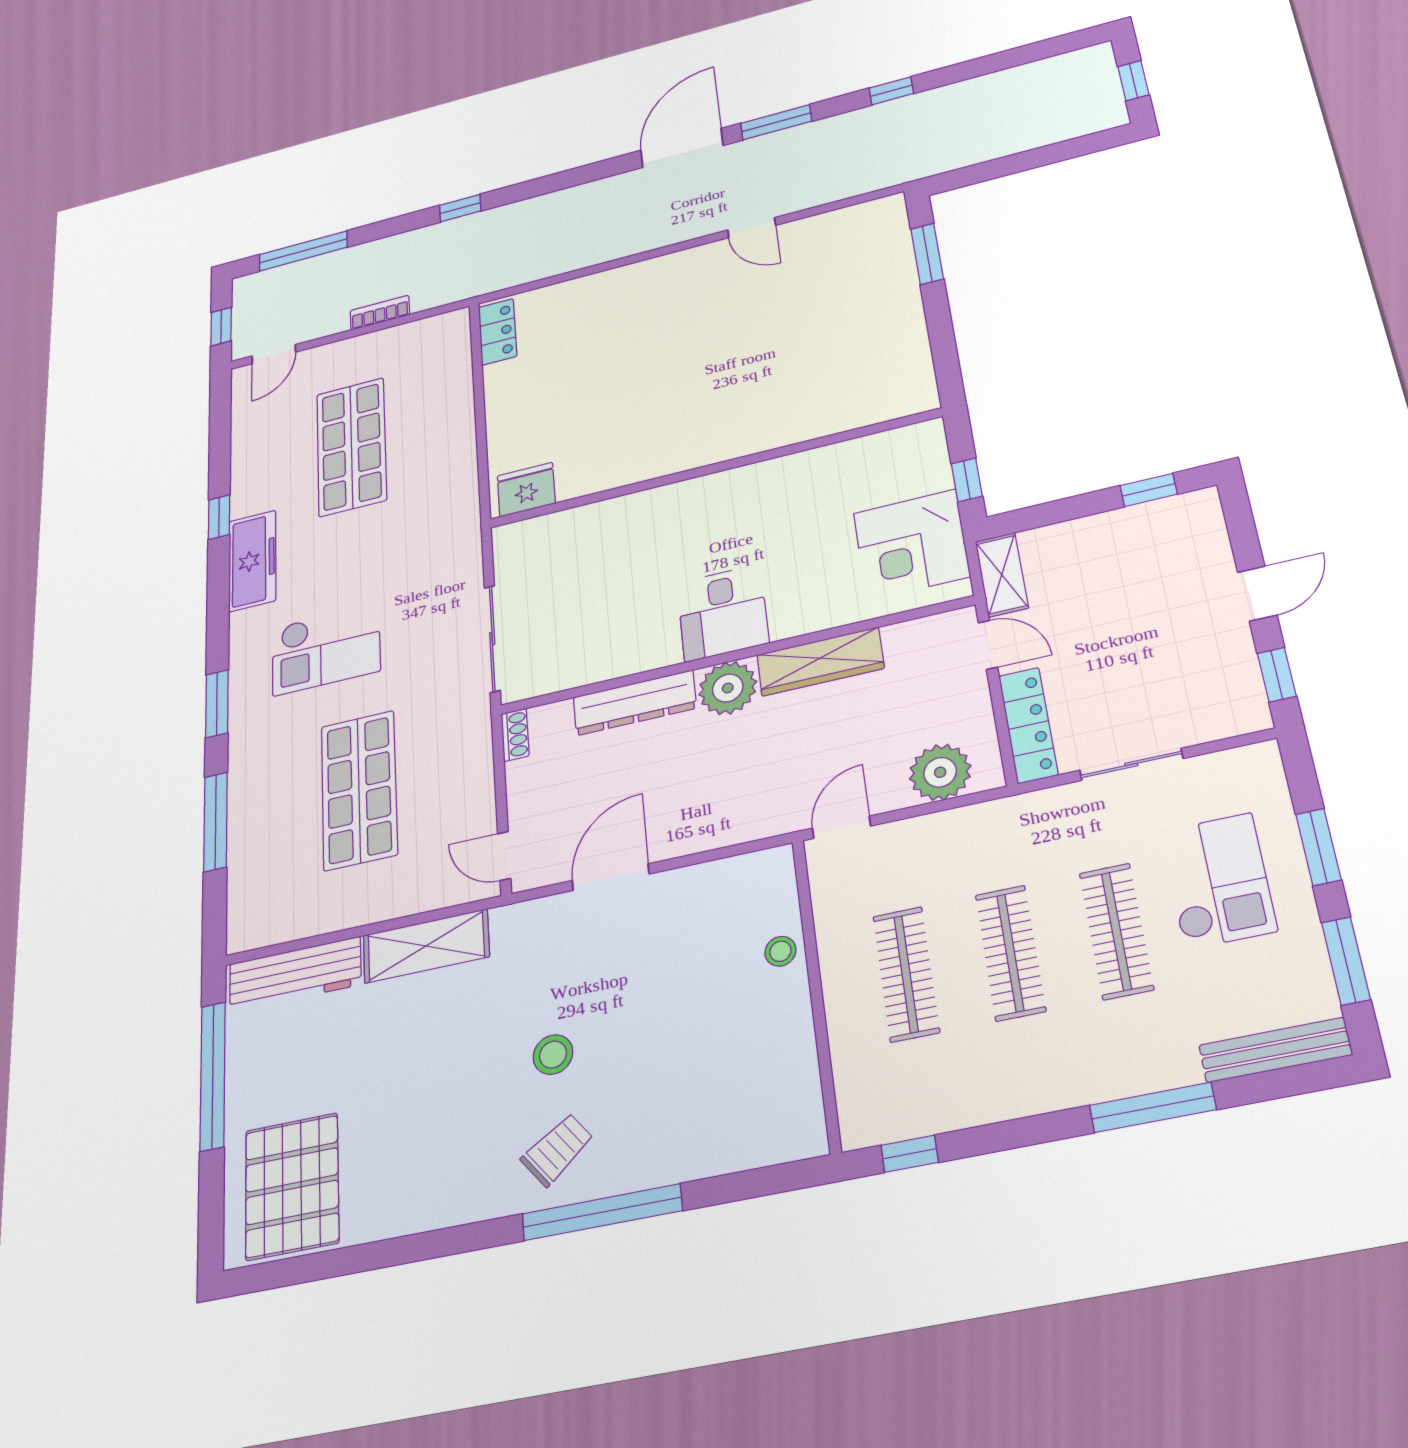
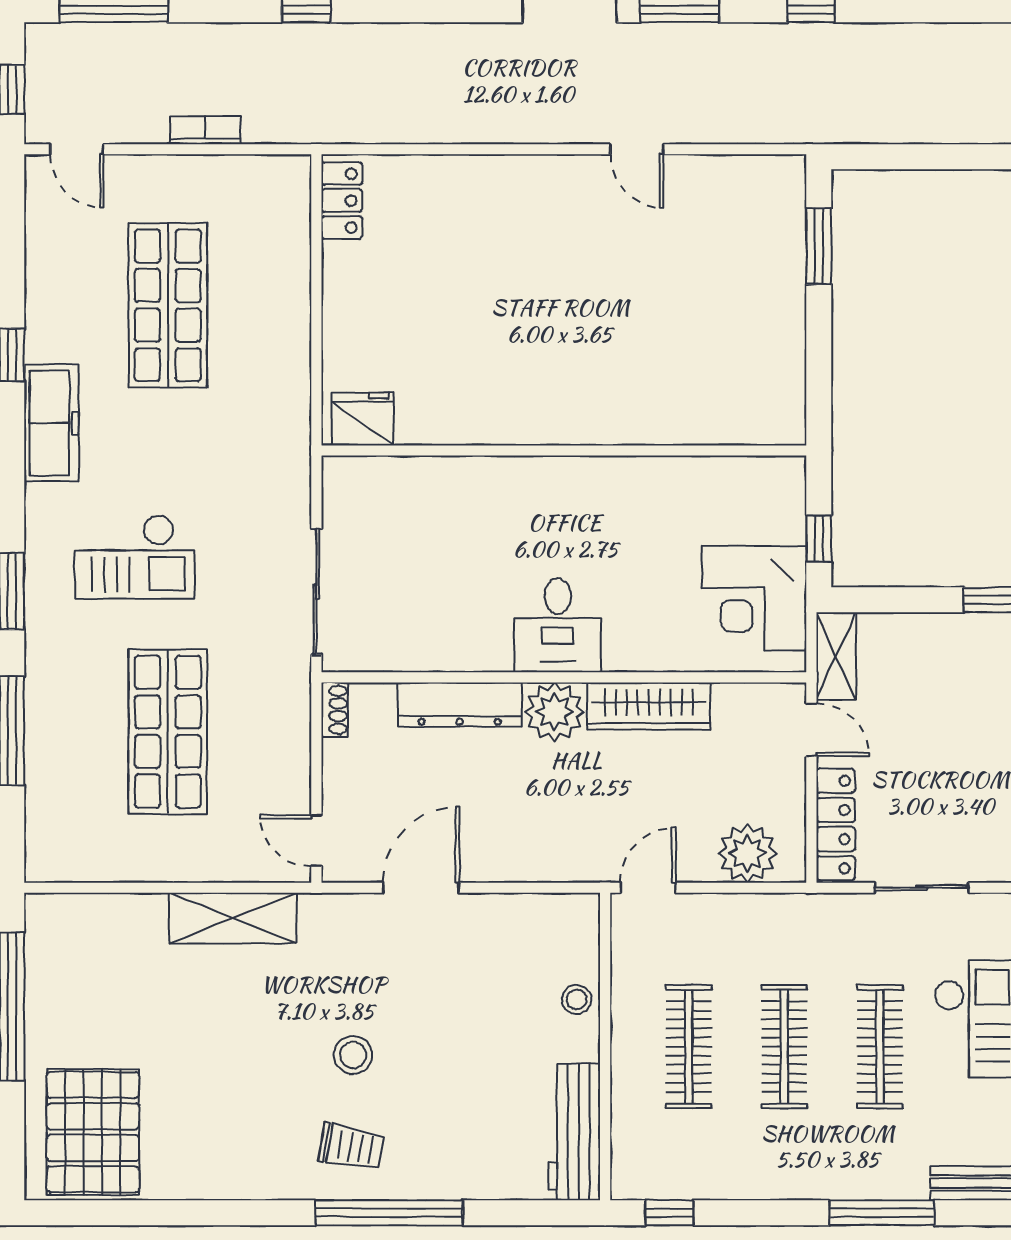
door: (274, 354) -> (77, 149), hinge flipped
workbench: (295, 974) -> (574, 1132), moved, turned 90
trolley: (557, 1150) -> (351, 1147), turned 47

